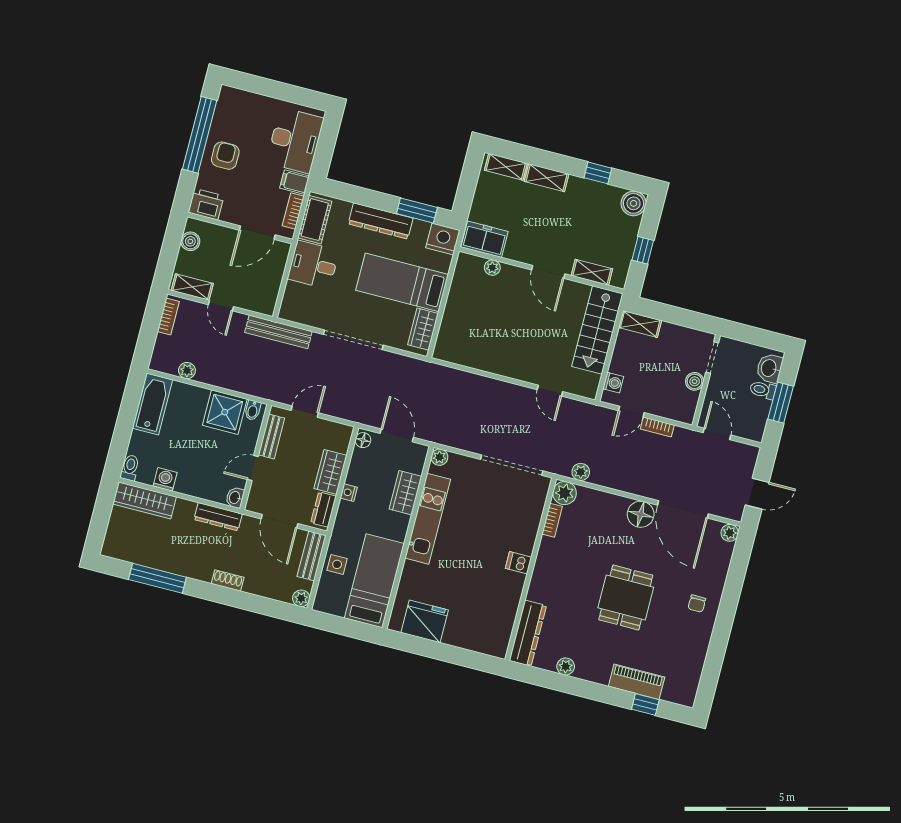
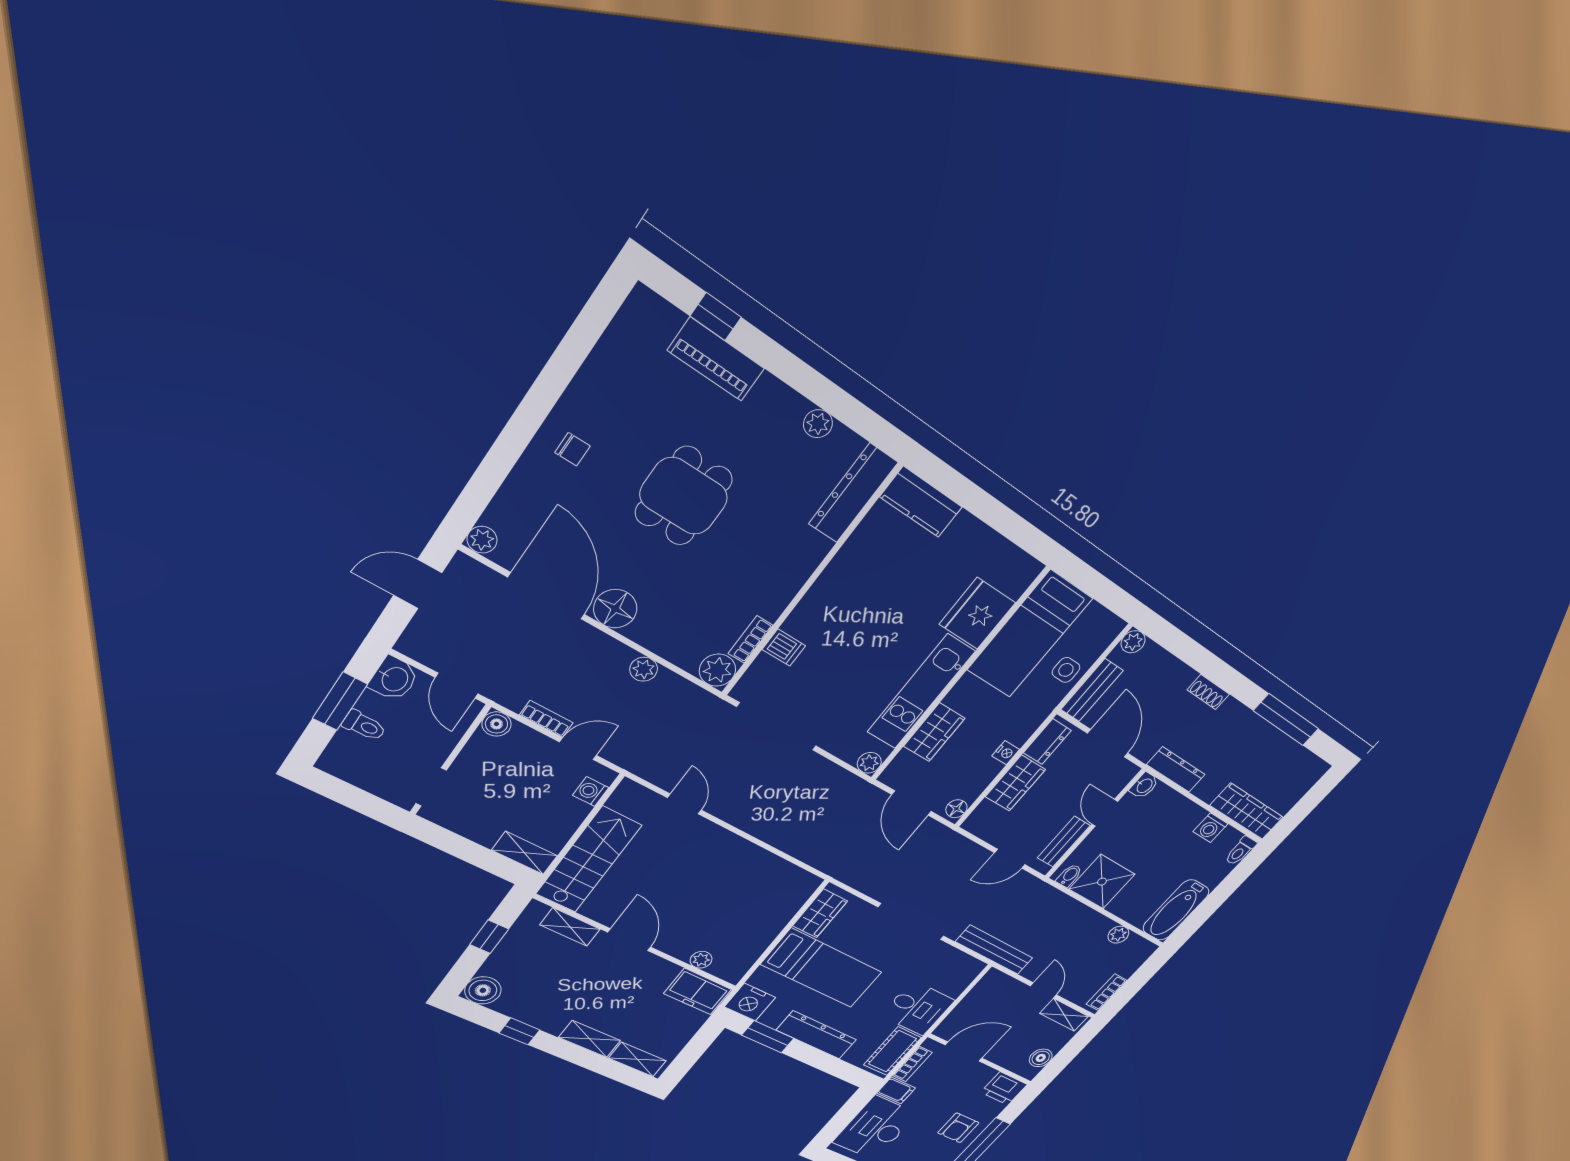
washbasin: (769, 368) -> (394, 679), moved
boiler: (695, 381) -> (496, 724), moved
door: (253, 468) -> (1105, 813), swing flipped
plant: (581, 472) -> (644, 669), moved
dishwasher: (519, 563) -> (784, 648), moved
chair: (697, 604) -> (573, 449), turned 90
fridge: (425, 621) -> (977, 614), moved, turned 90
kitchen counter: (485, 642) -> (921, 502), added

